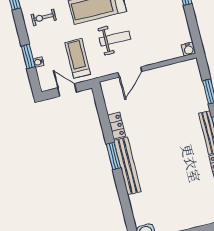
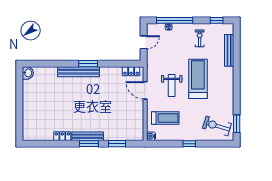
window: (28, 56) -> (175, 20), width x2.11
treadmill: (78, 58) -> (165, 118), moved
locker: (117, 126) -> (131, 71), moved

